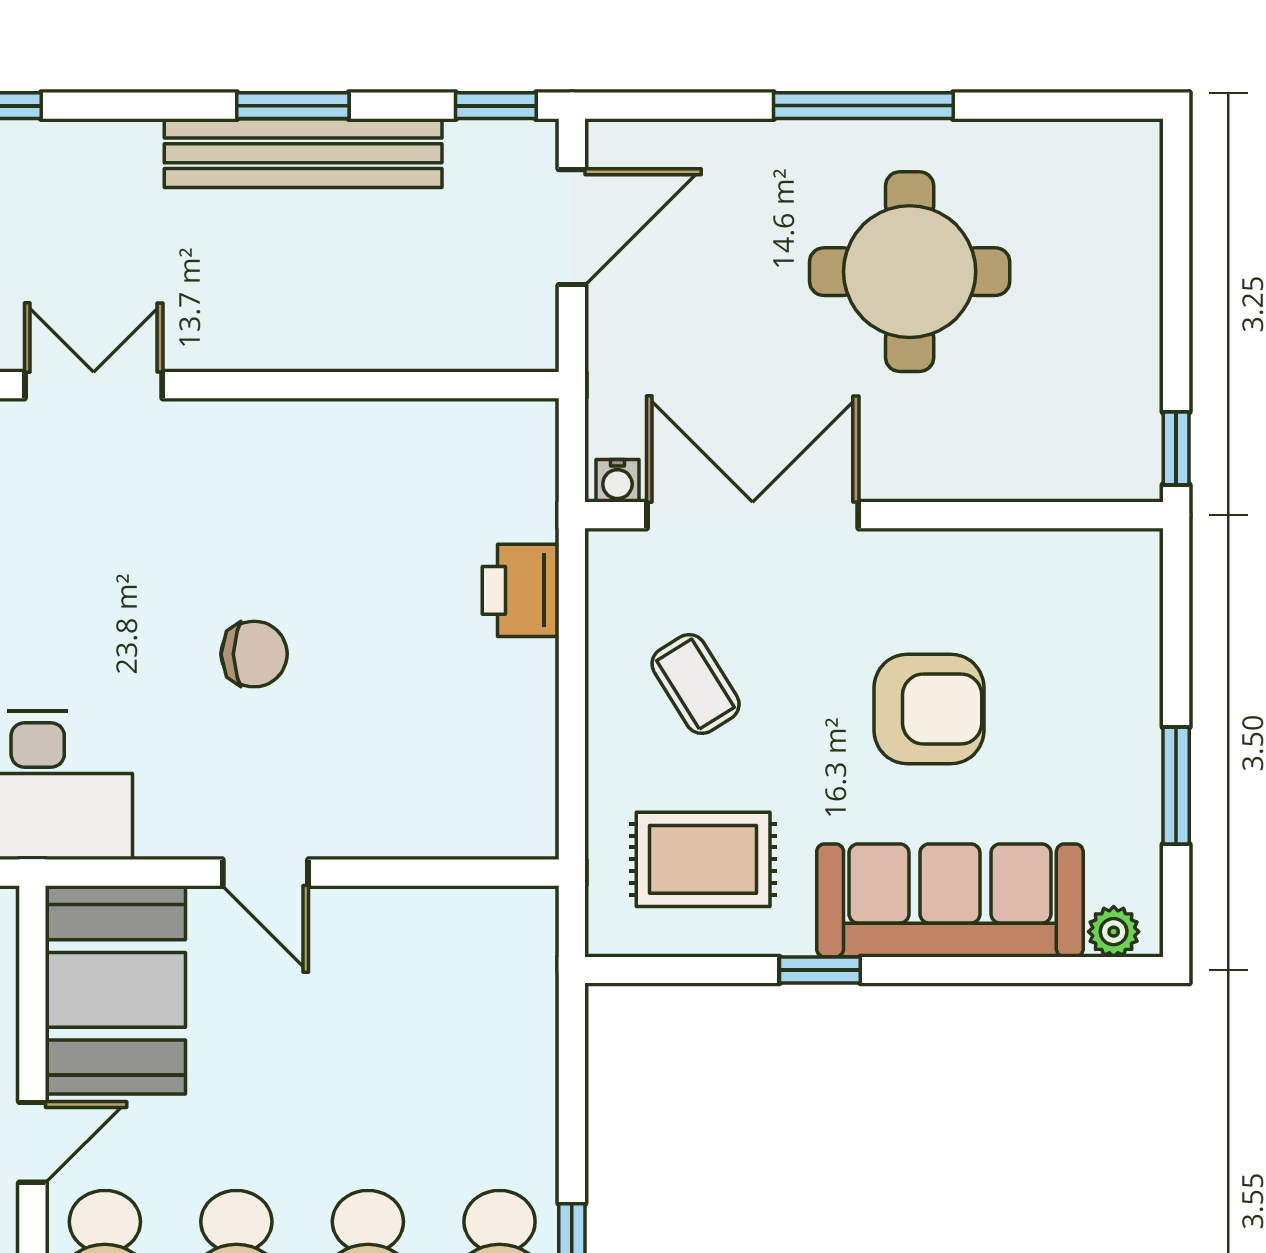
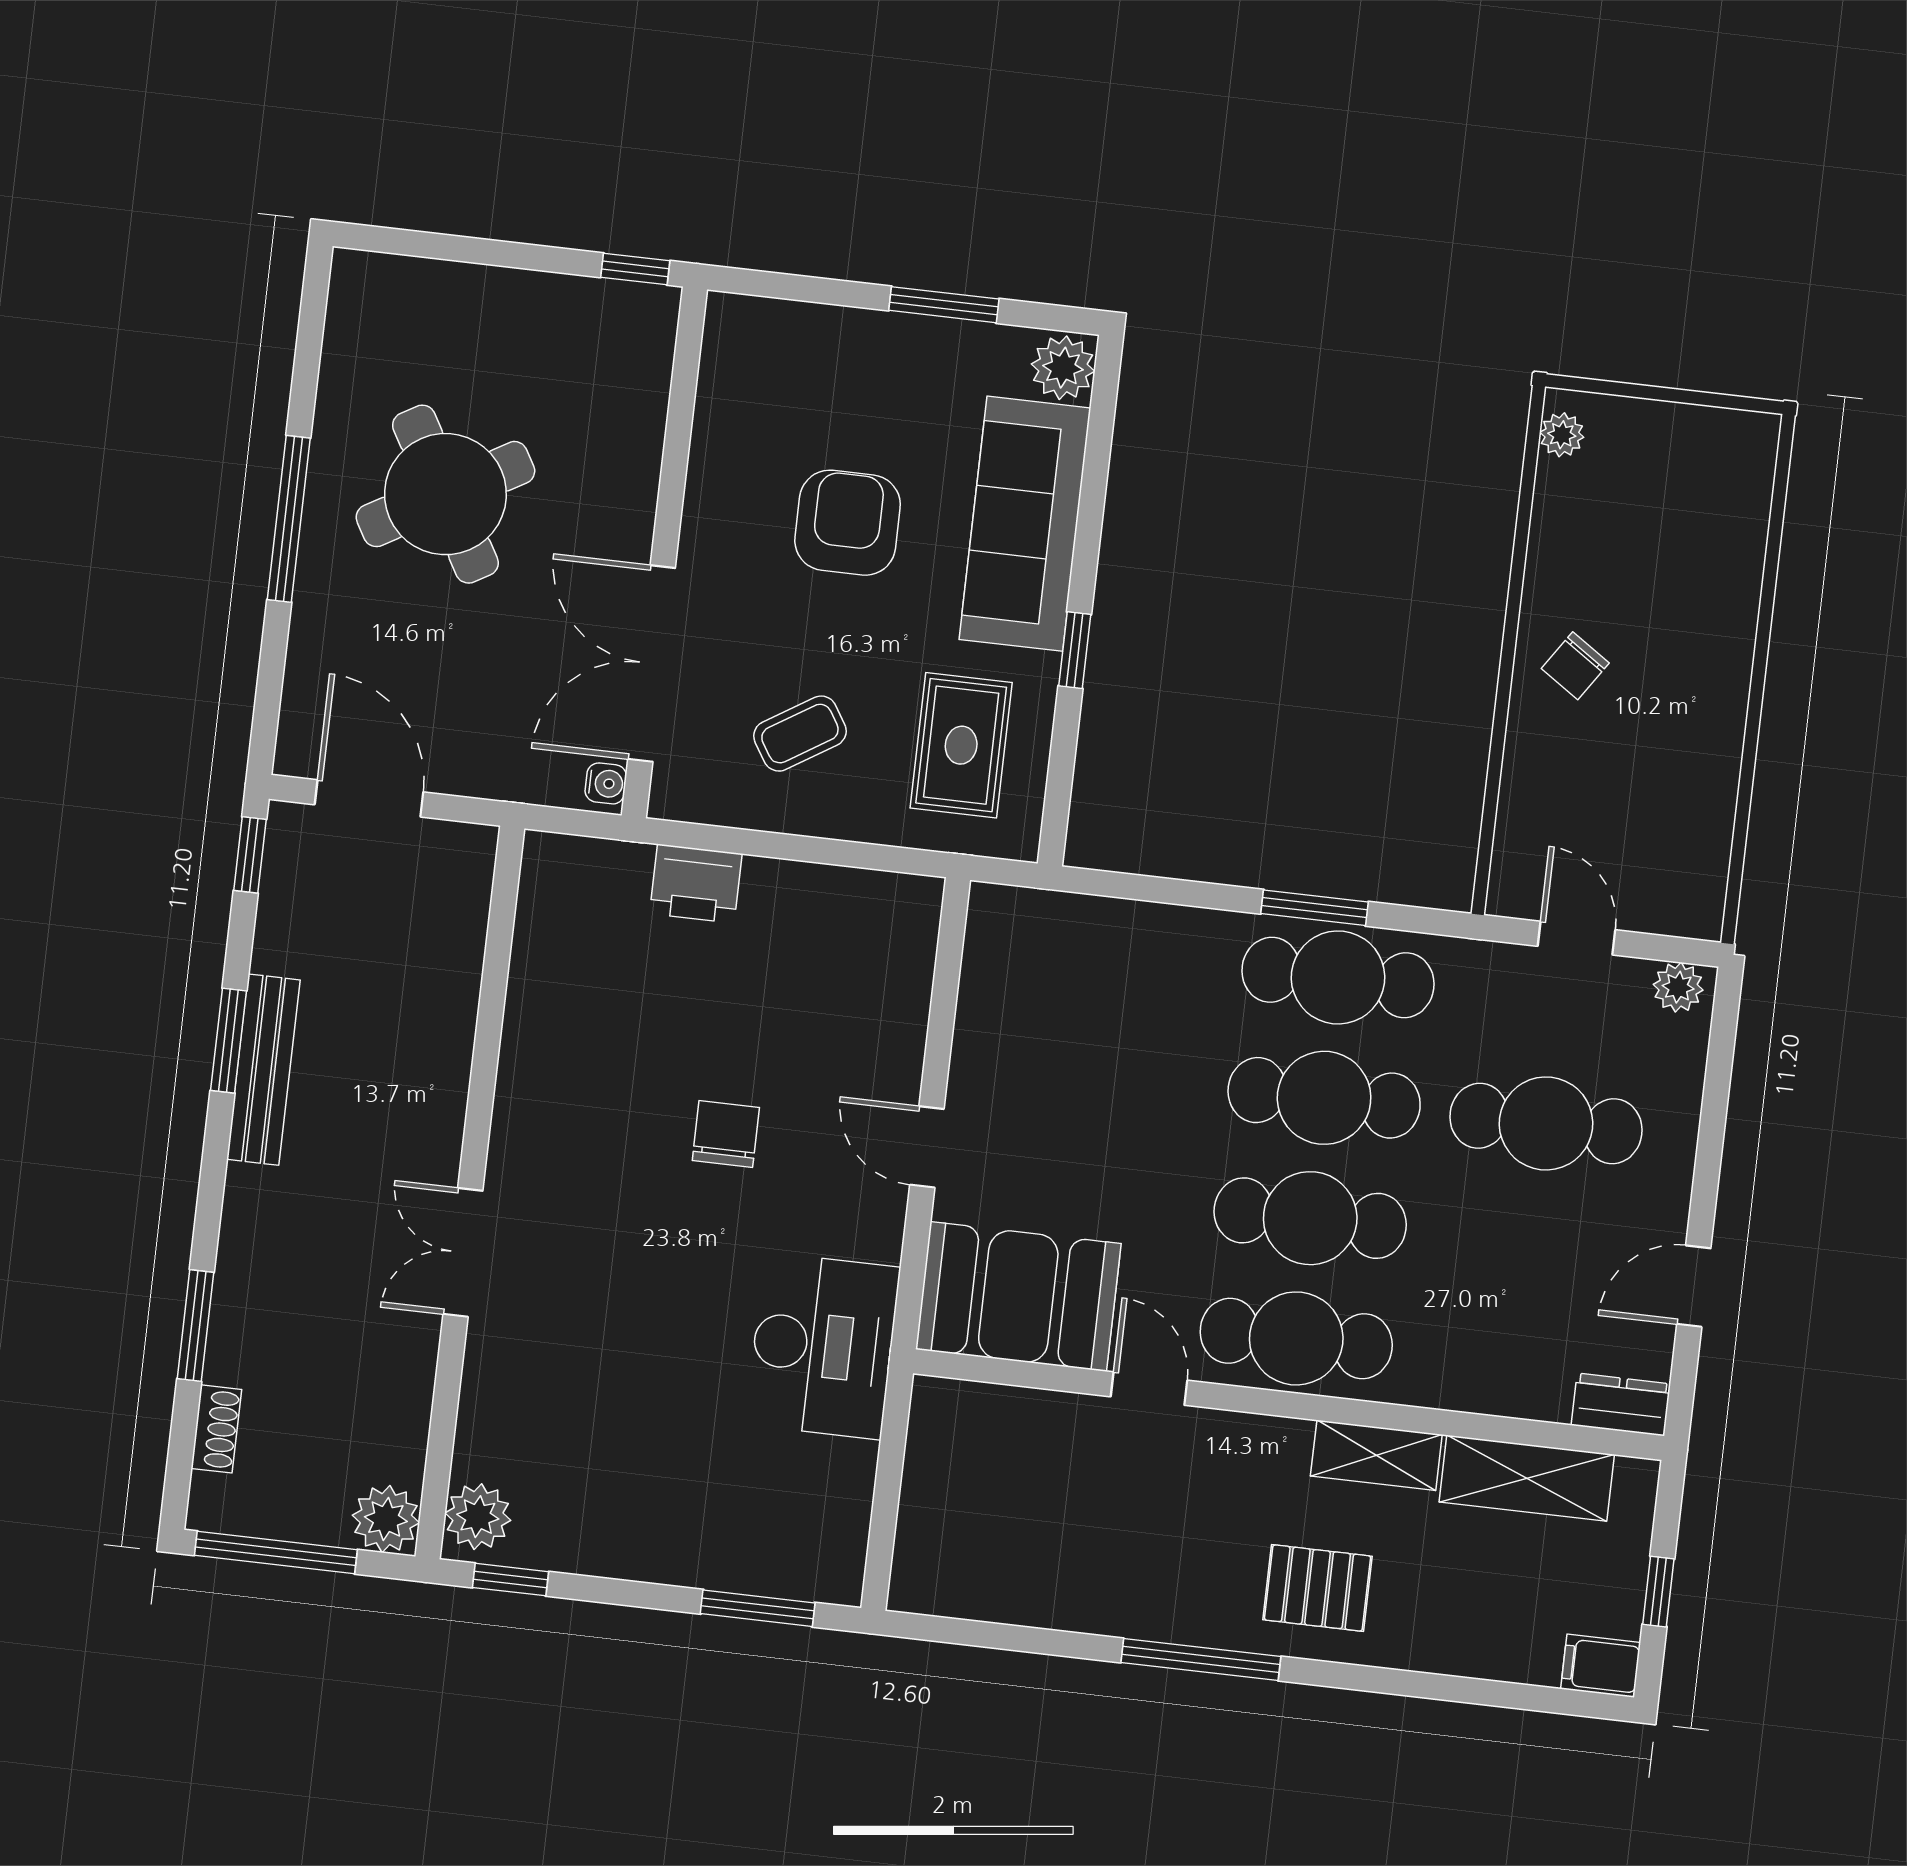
bench: (303, 153) -> (263, 1070), width x0.73, depth x0.82
round table: (910, 272) -> (445, 494), turned -30
door: (265, 873) -> (927, 1147), swing flipped
plant: (1114, 932) -> (1063, 368), width x1.38, depth x1.38

